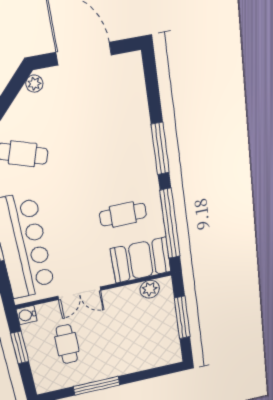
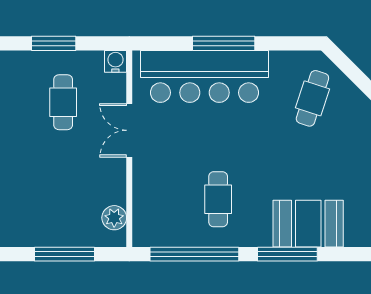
booth: (141, 260) -> (308, 224), moved, turned 90
cafe table: (67, 344) -> (63, 102), turned 90
window: (20, 348) -> (54, 43), moved

